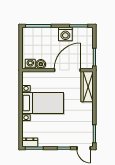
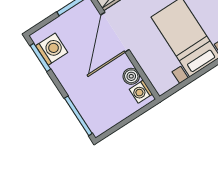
washing machine: (65, 34) -> (52, 49), moved
door: (67, 70) -> (115, 32), hinge flipped

